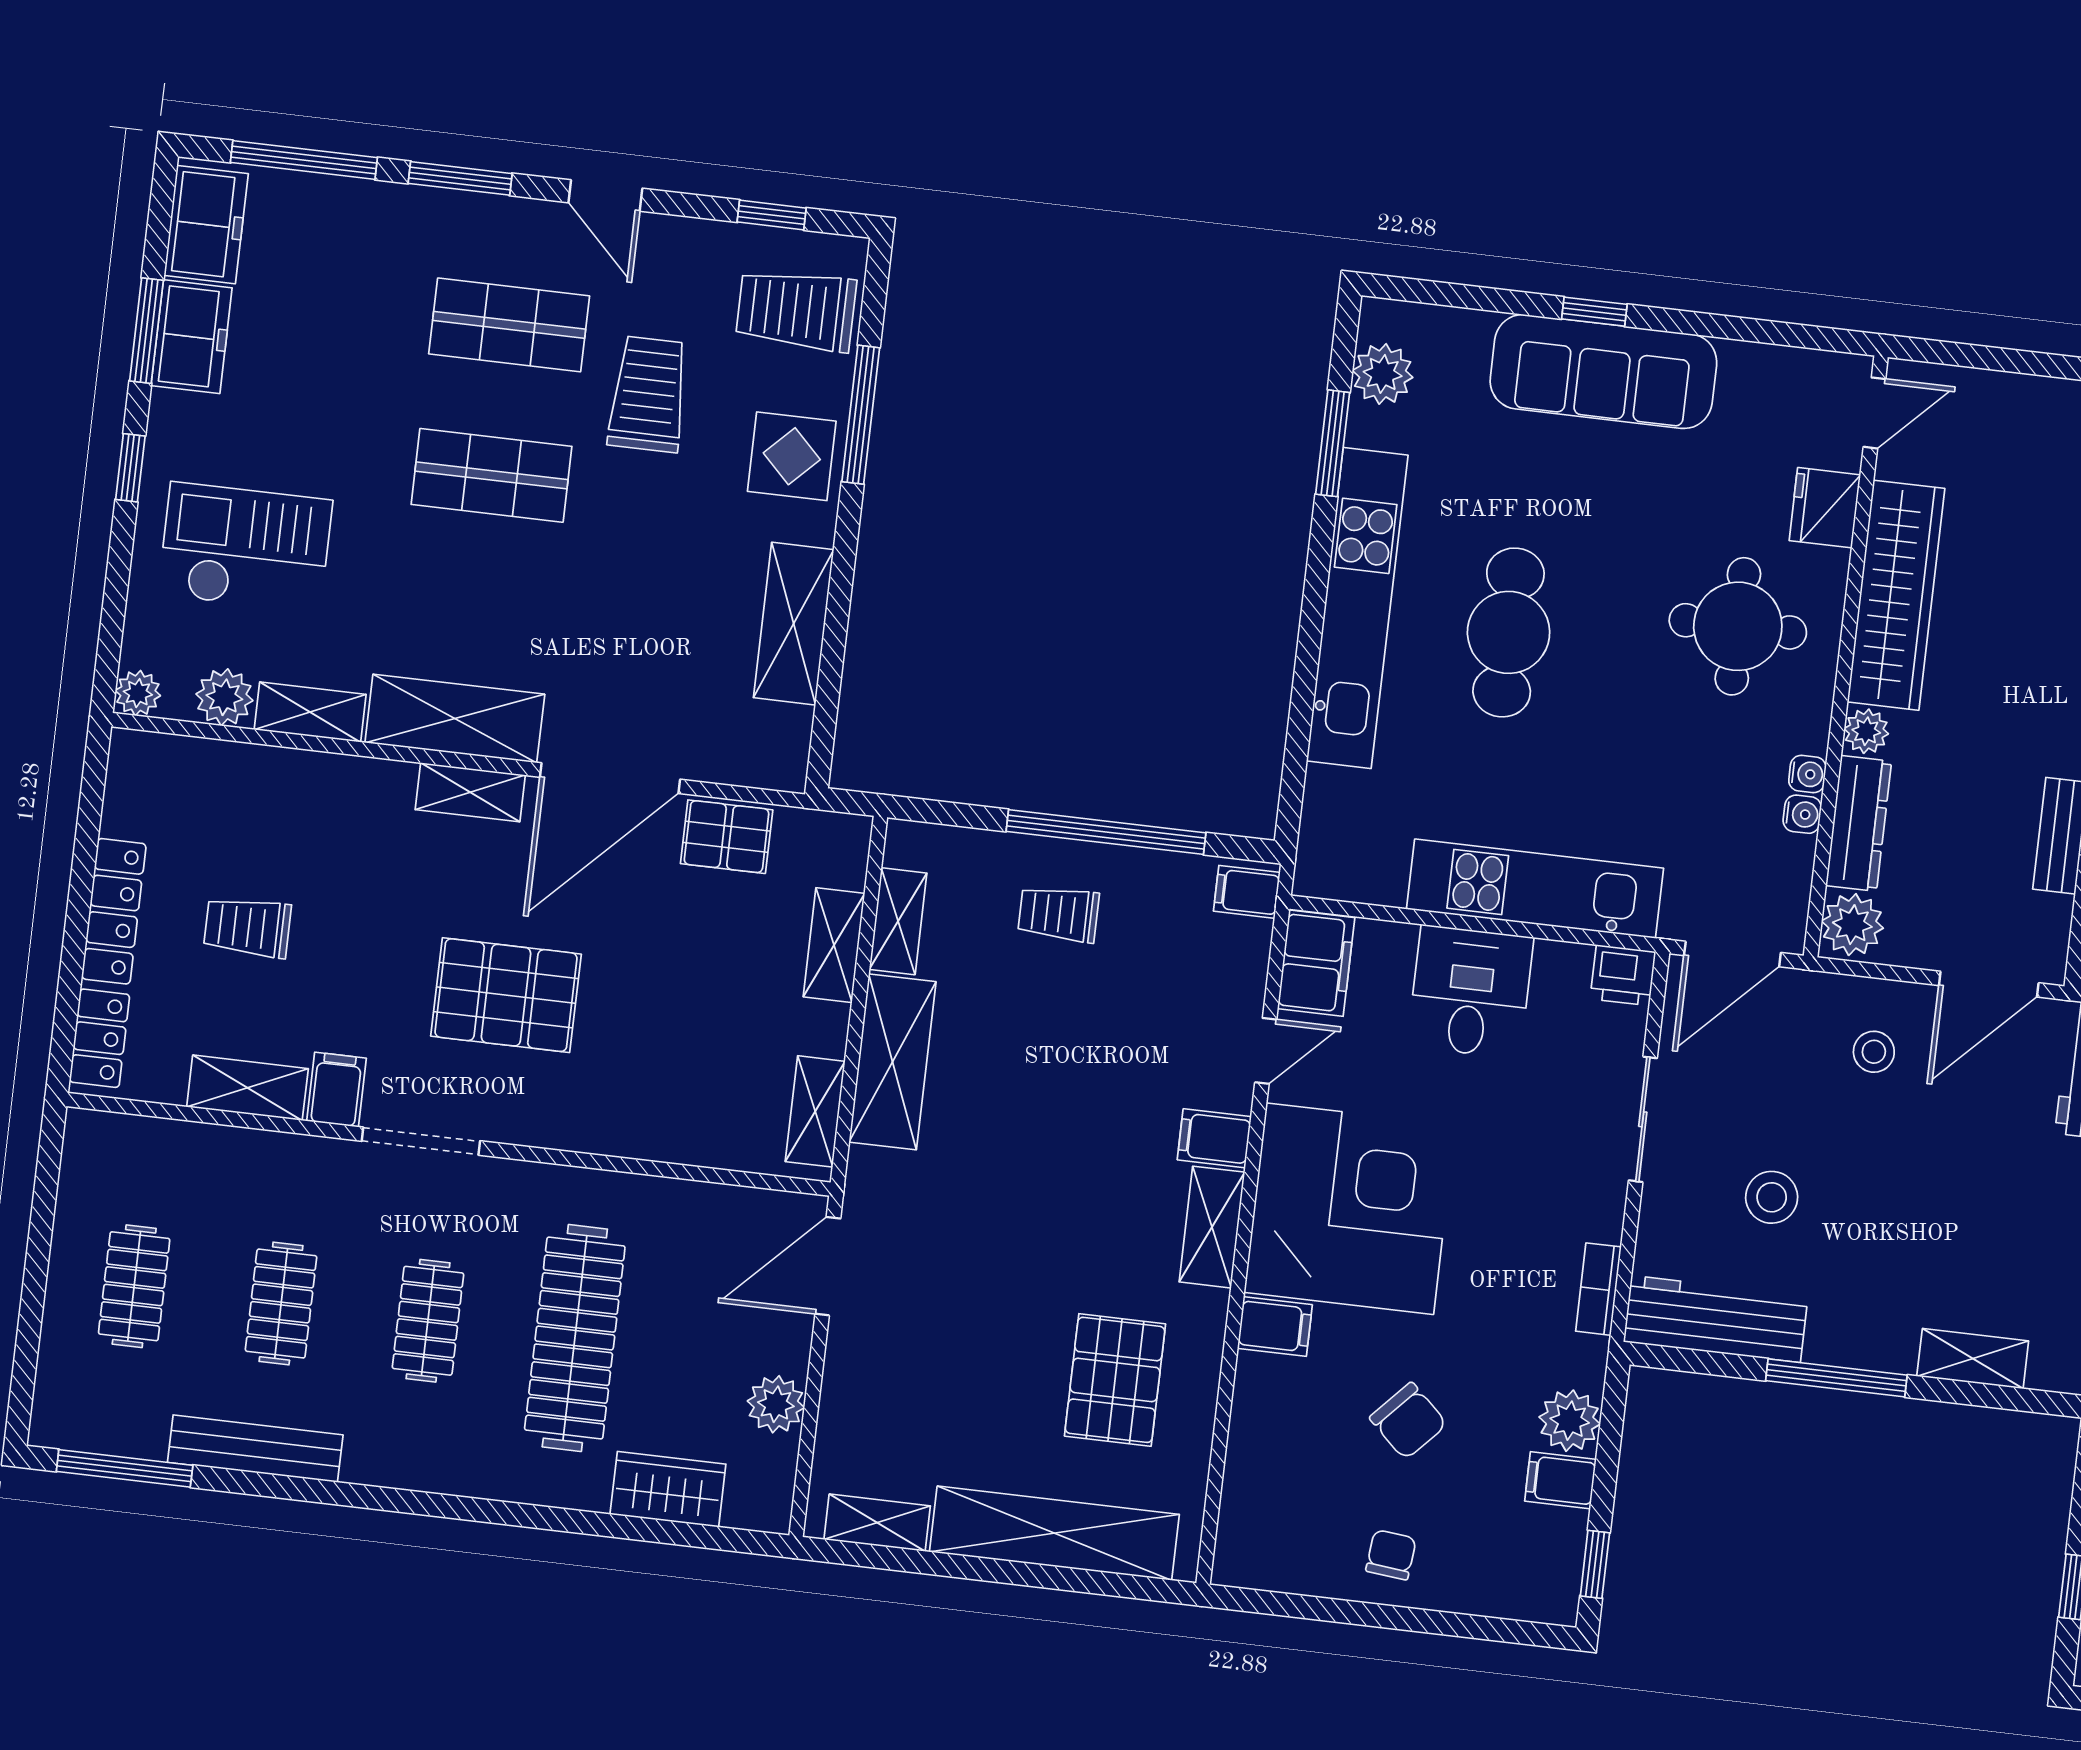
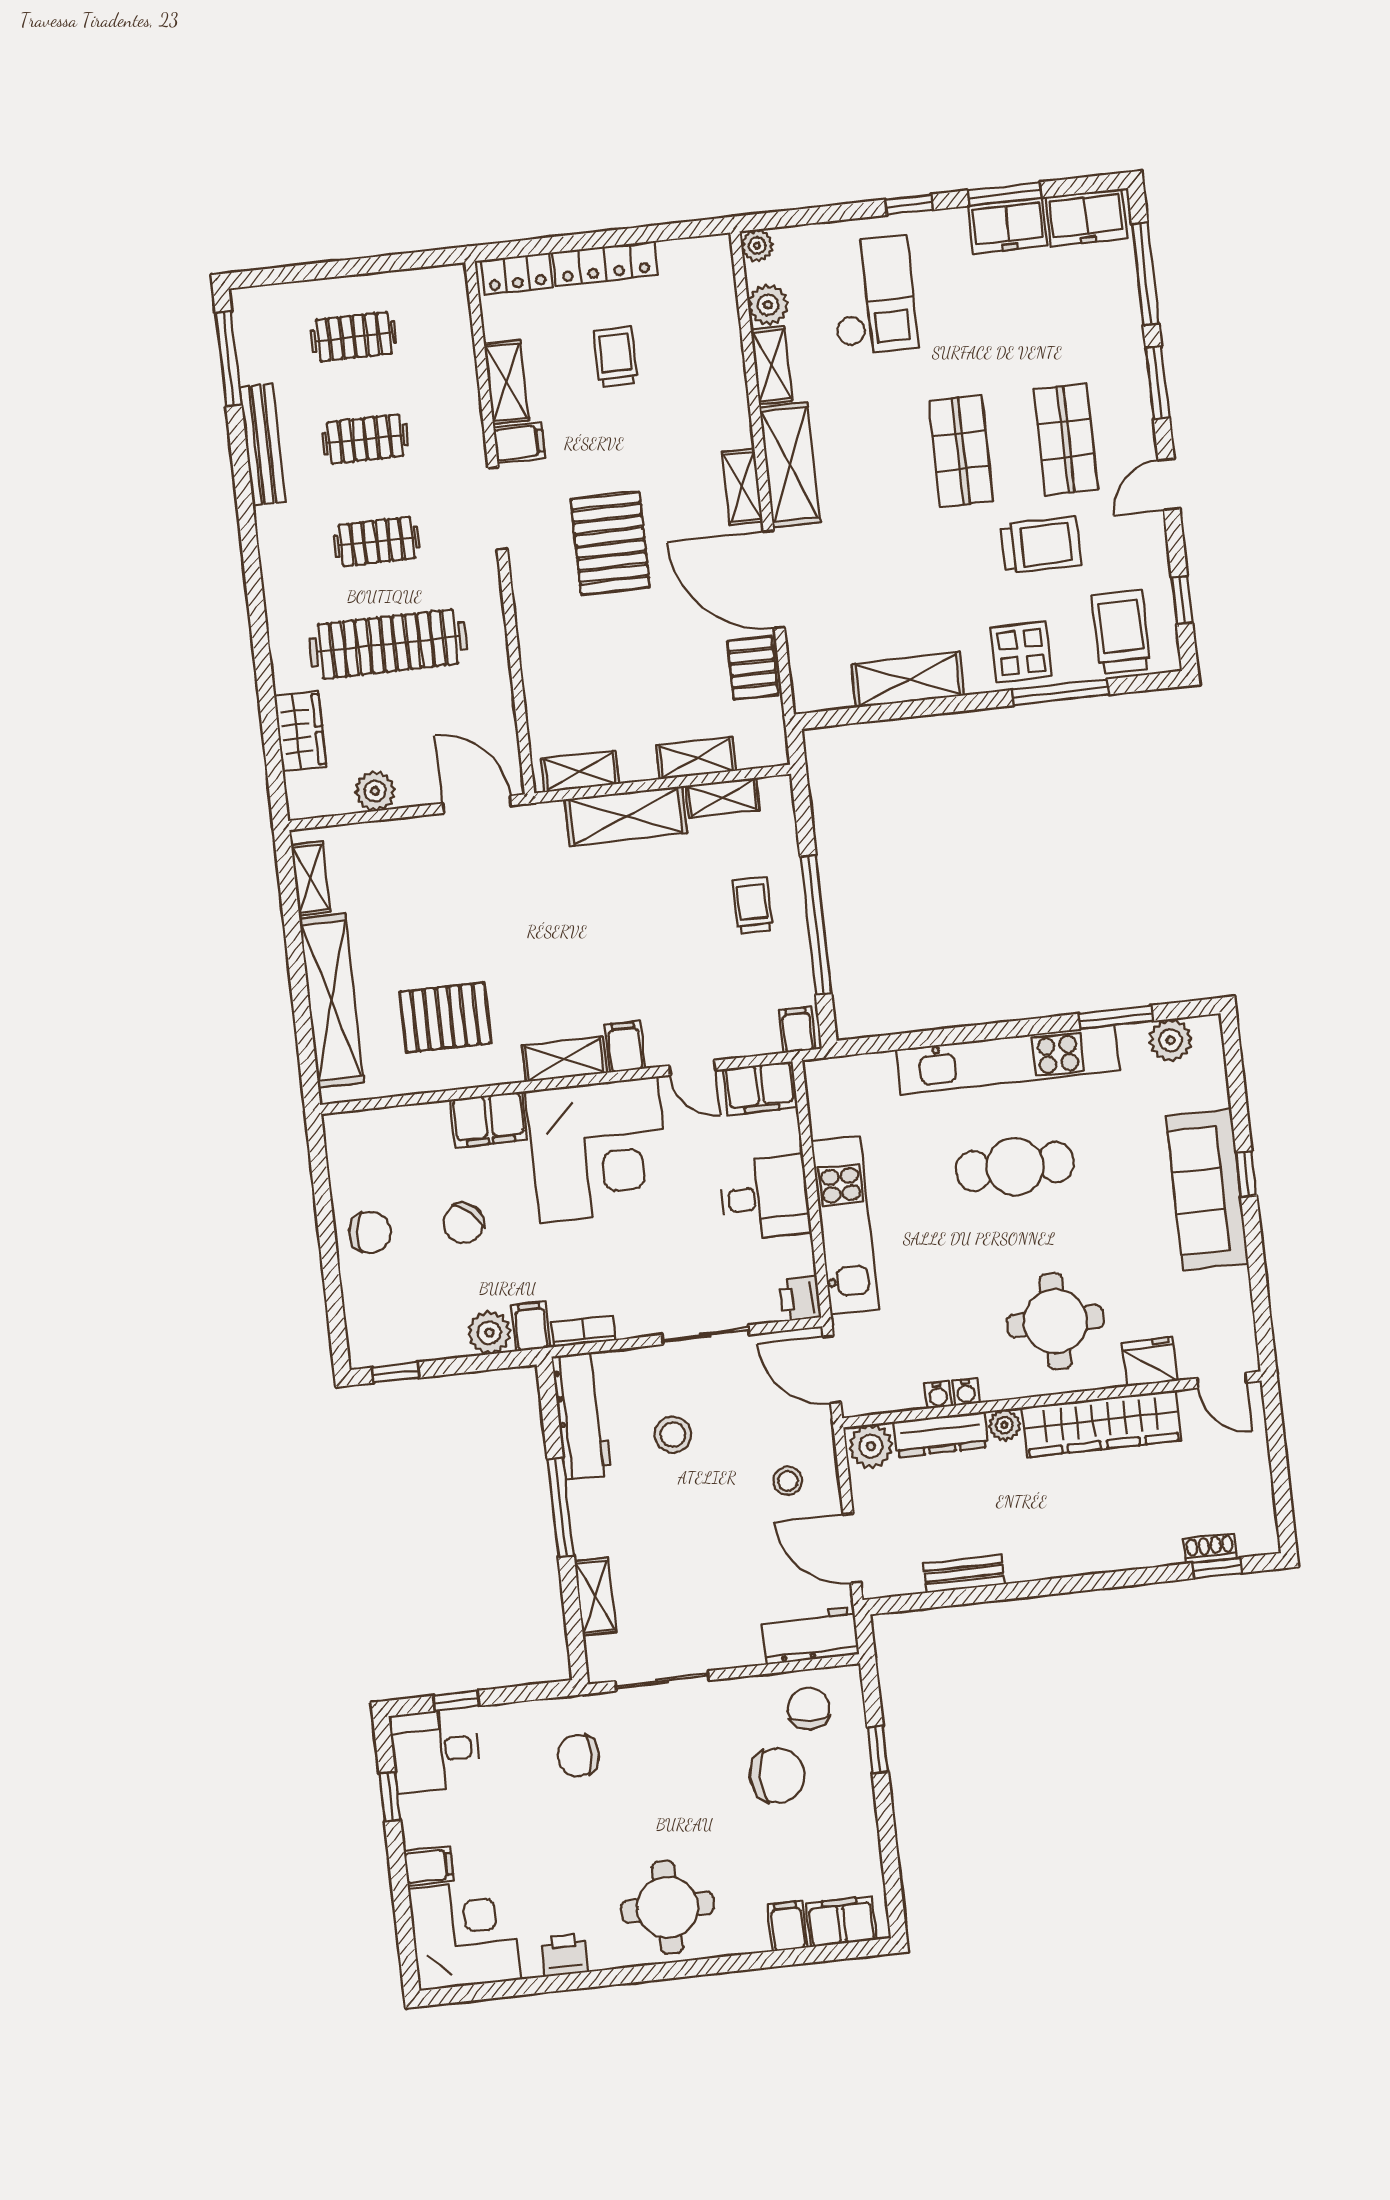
filing cabinet: (1275, 1327) -> (489, 1120), width x2.00
filing cabinet: (1560, 1480) -> (531, 1326), moved
chair: (1391, 1555) -> (370, 1233), width x1.37, depth x1.37

